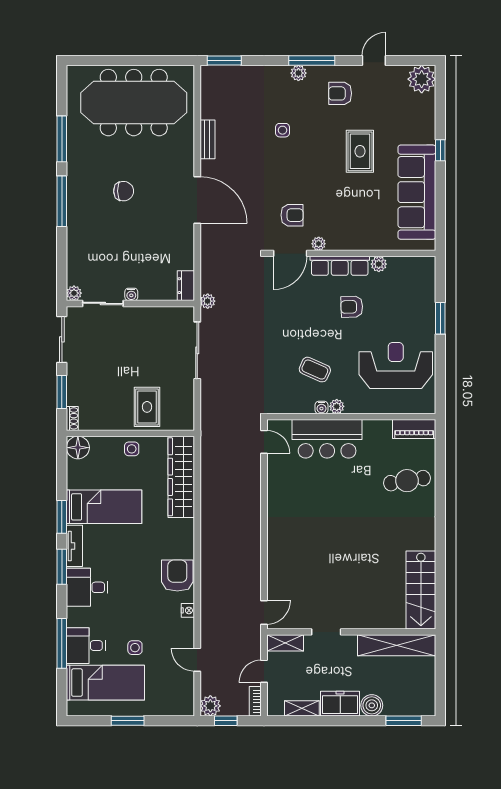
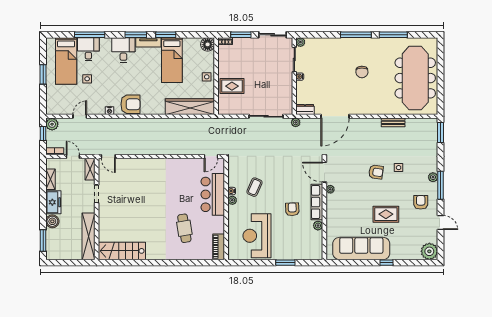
door: (197, 200) -> (335, 116), moved
armchair: (292, 215) -> (376, 172), moved, turned -82
reception desk: (396, 365) -> (257, 236), turned 180
cafe table: (407, 481) -> (184, 228), moved

